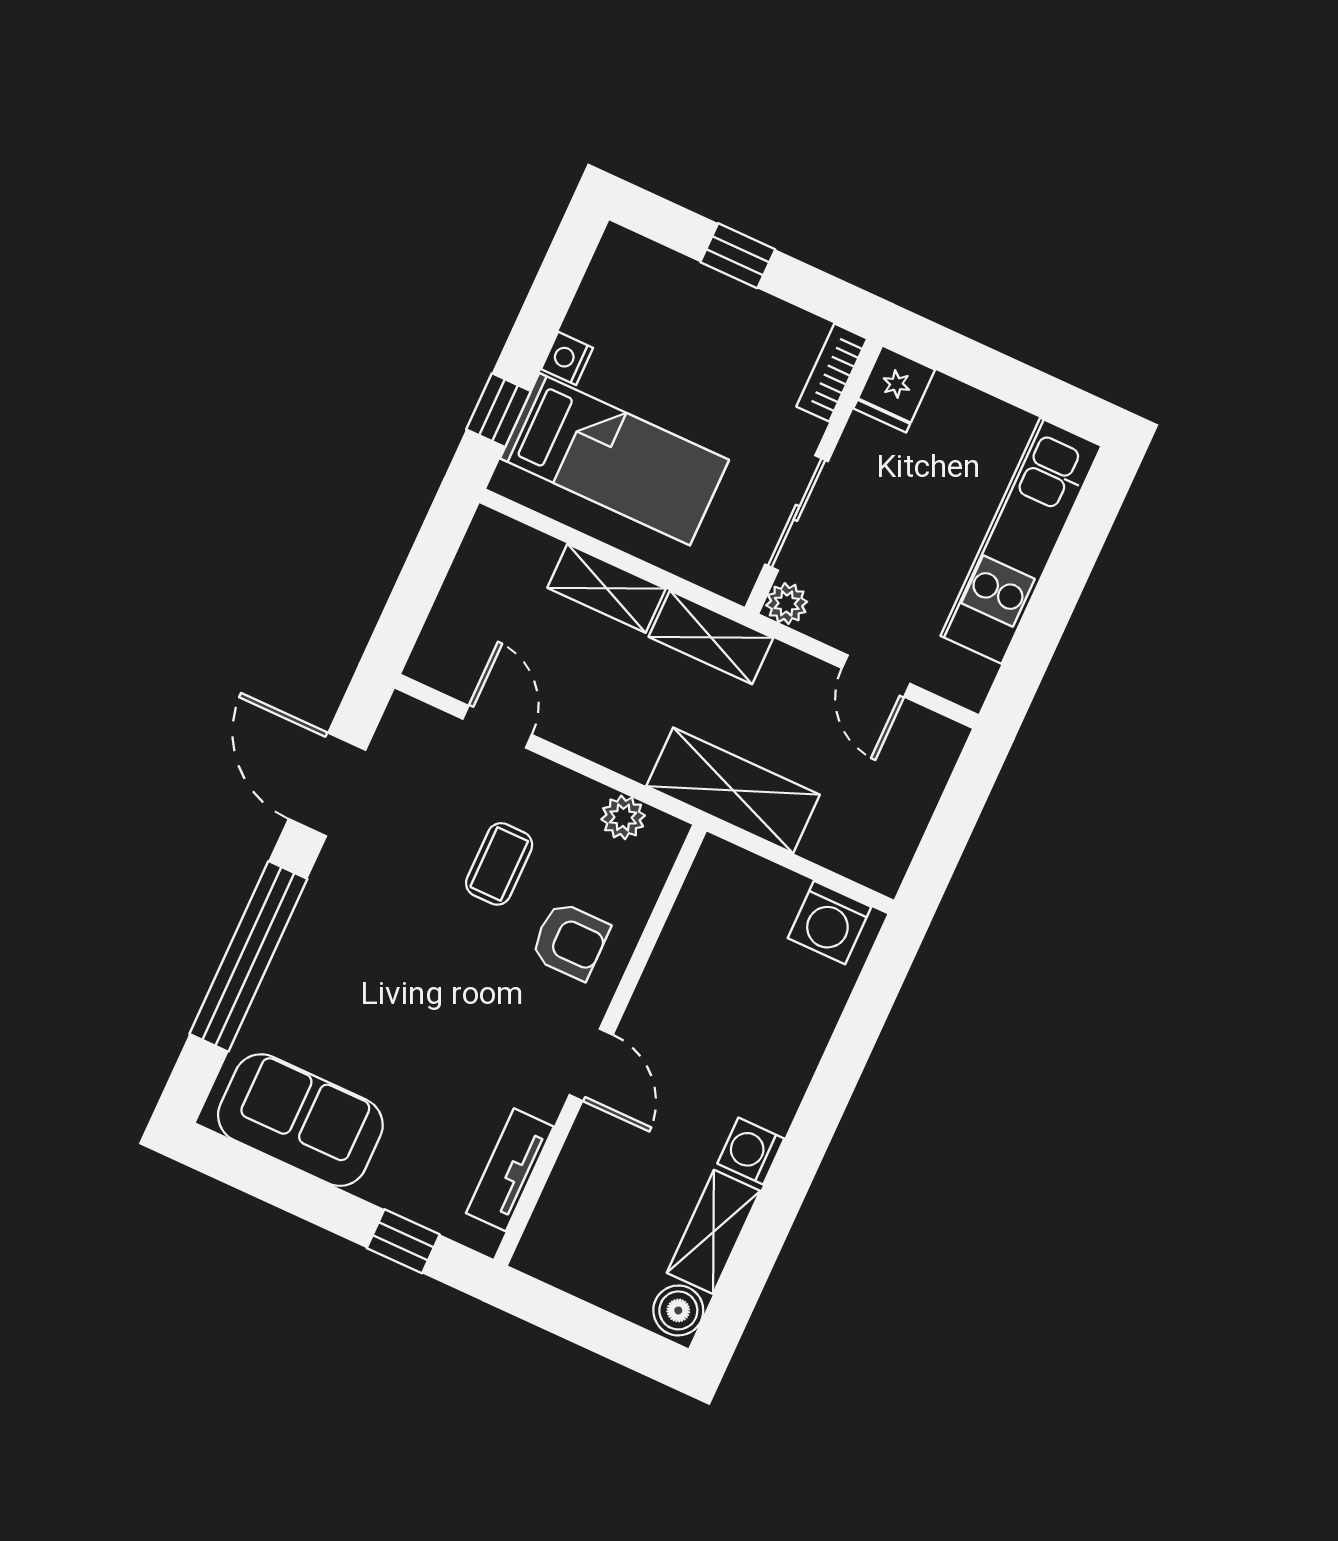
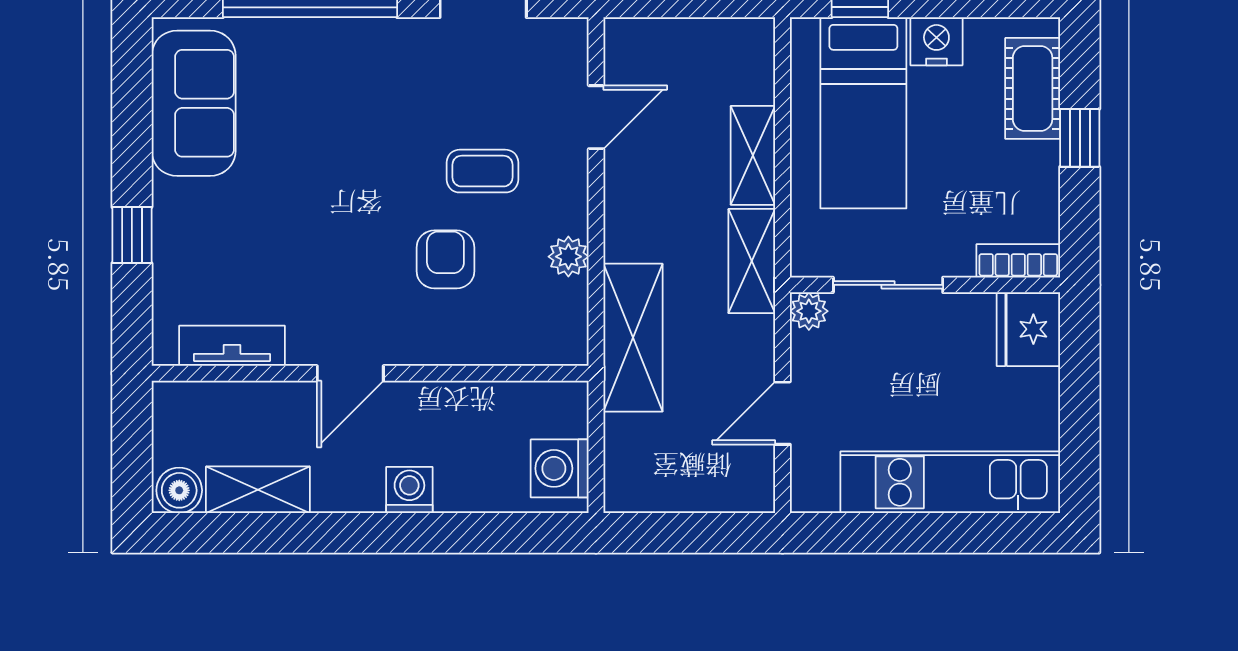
cot: (667, 280) -> (1033, 88), added
nightstand: (567, 358) -> (936, 41), width x1.39, depth x1.35
fridge: (894, 389) -> (1028, 329), width x1.38
armchair: (570, 941) -> (445, 259), turned 180
wall: (600, 1045) -> (370, 373), moved
door: (591, 1065) -> (350, 373), moved
washing machine: (751, 1151) -> (409, 490), moved
tv unit: (510, 1170) -> (232, 346), moved

